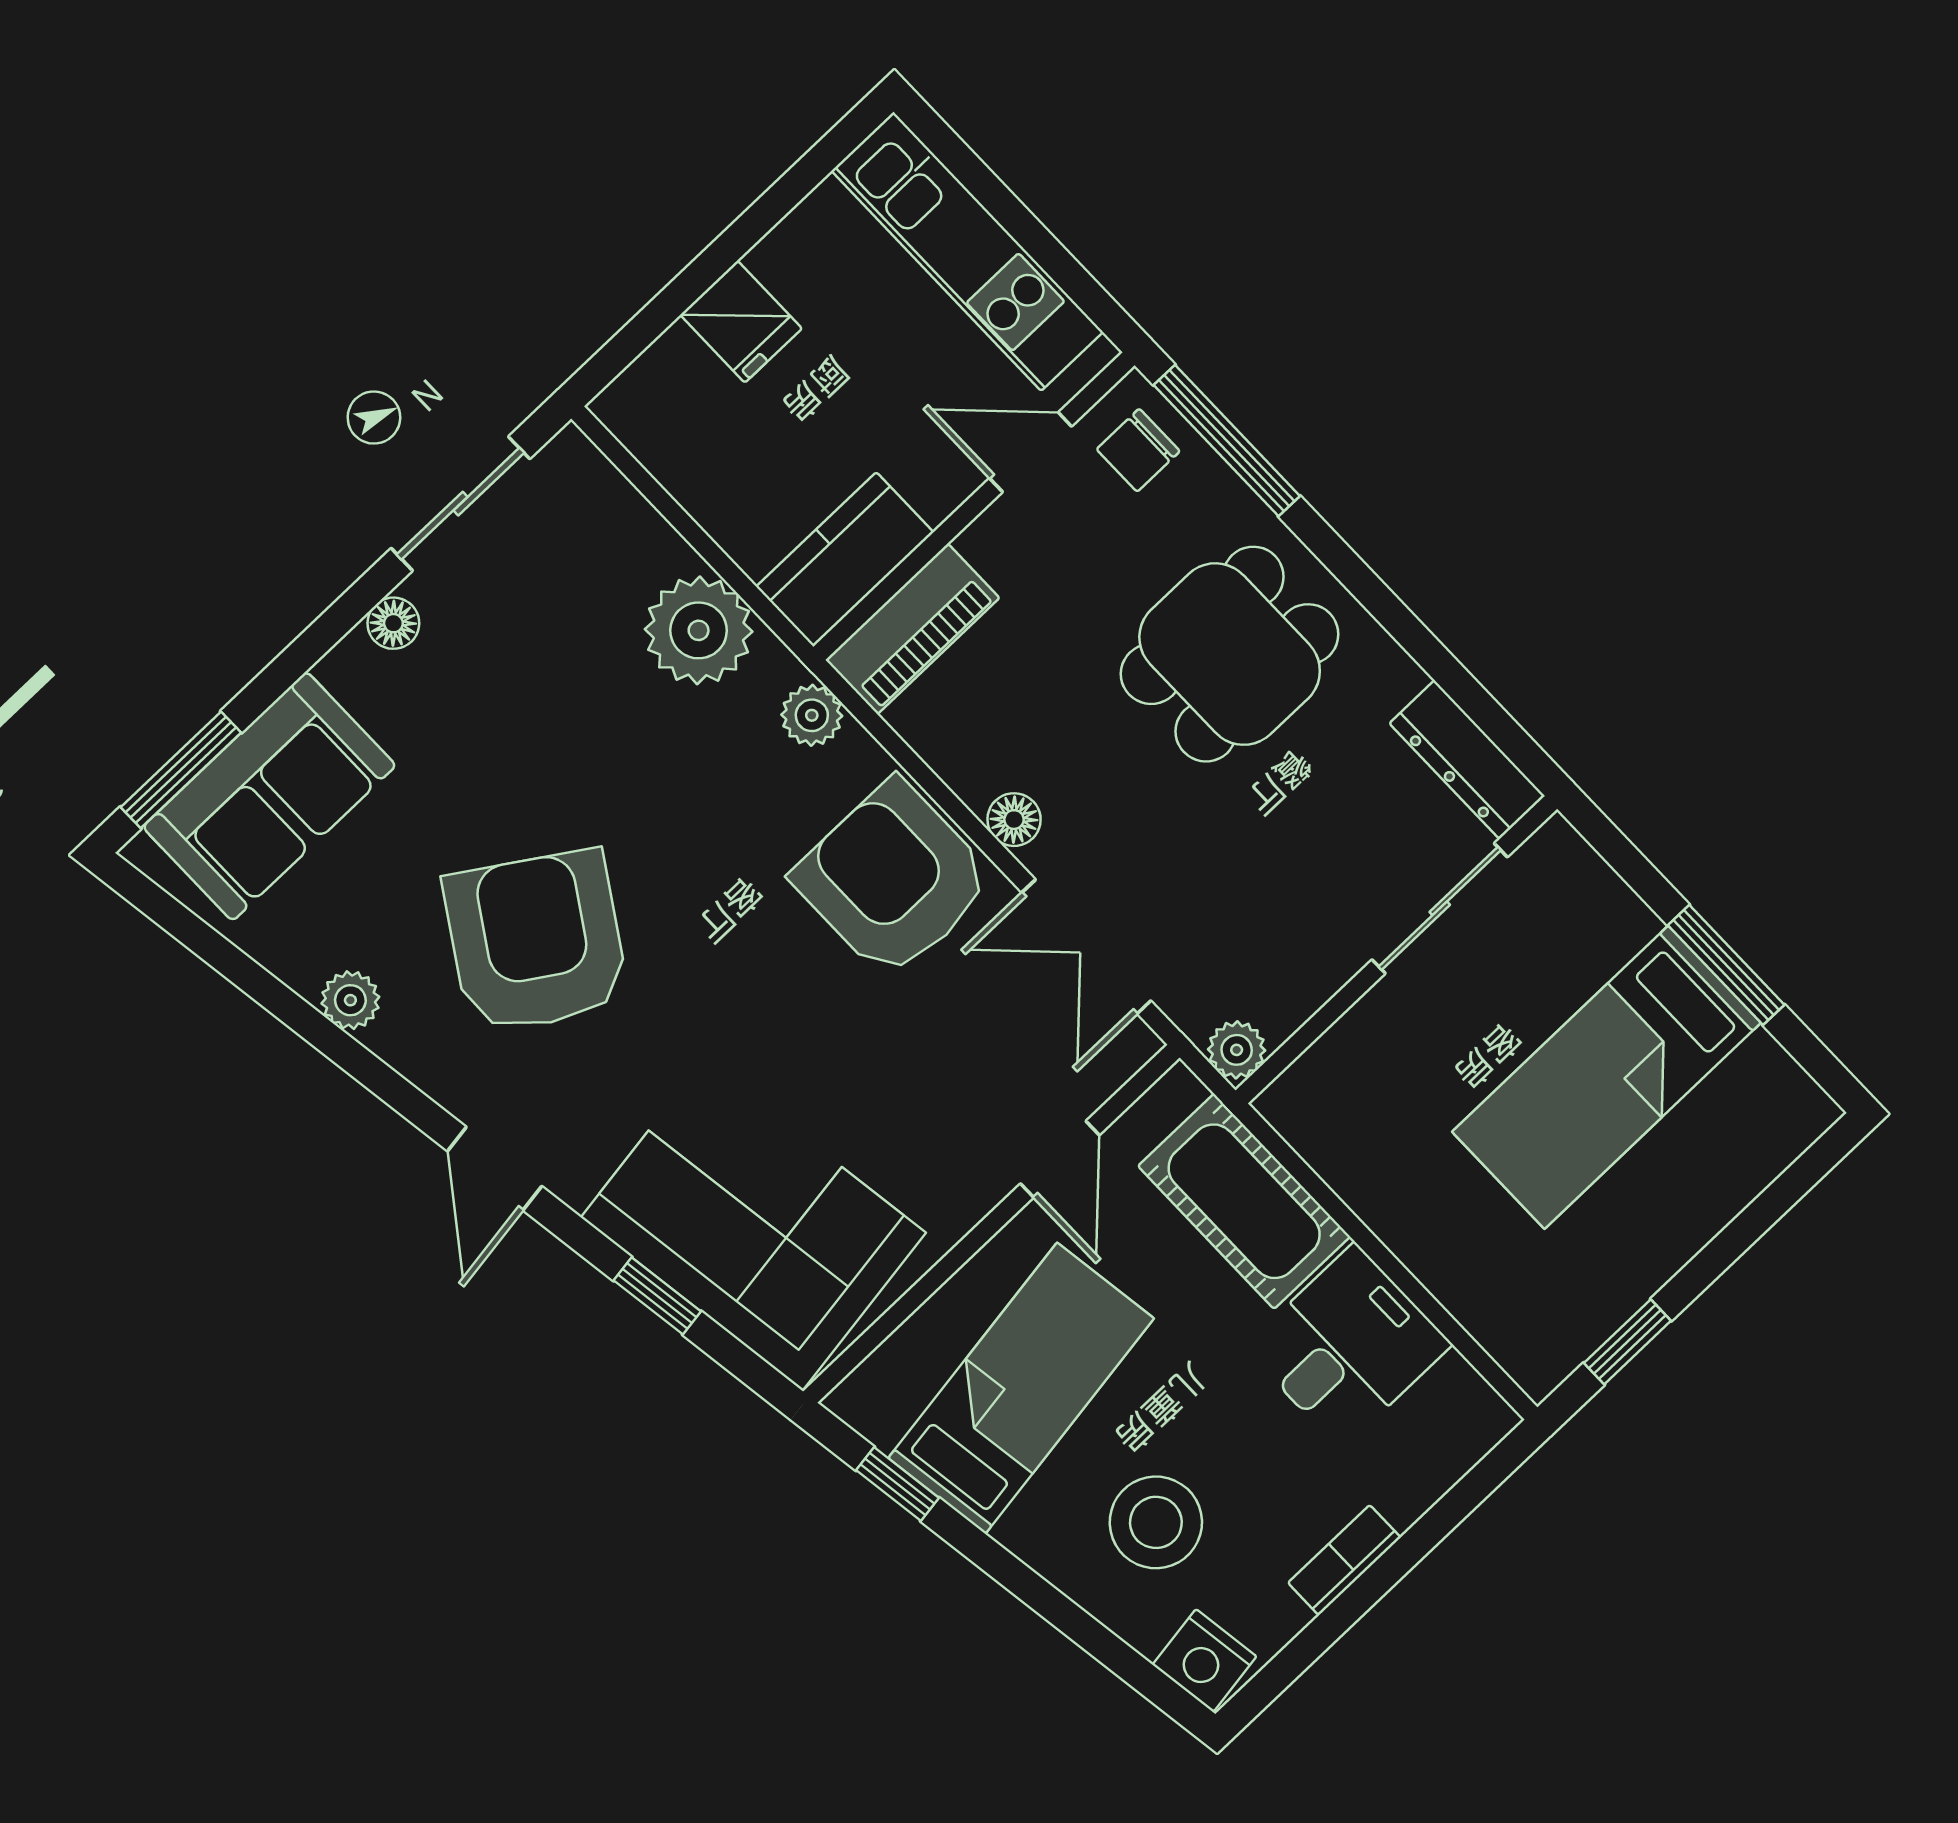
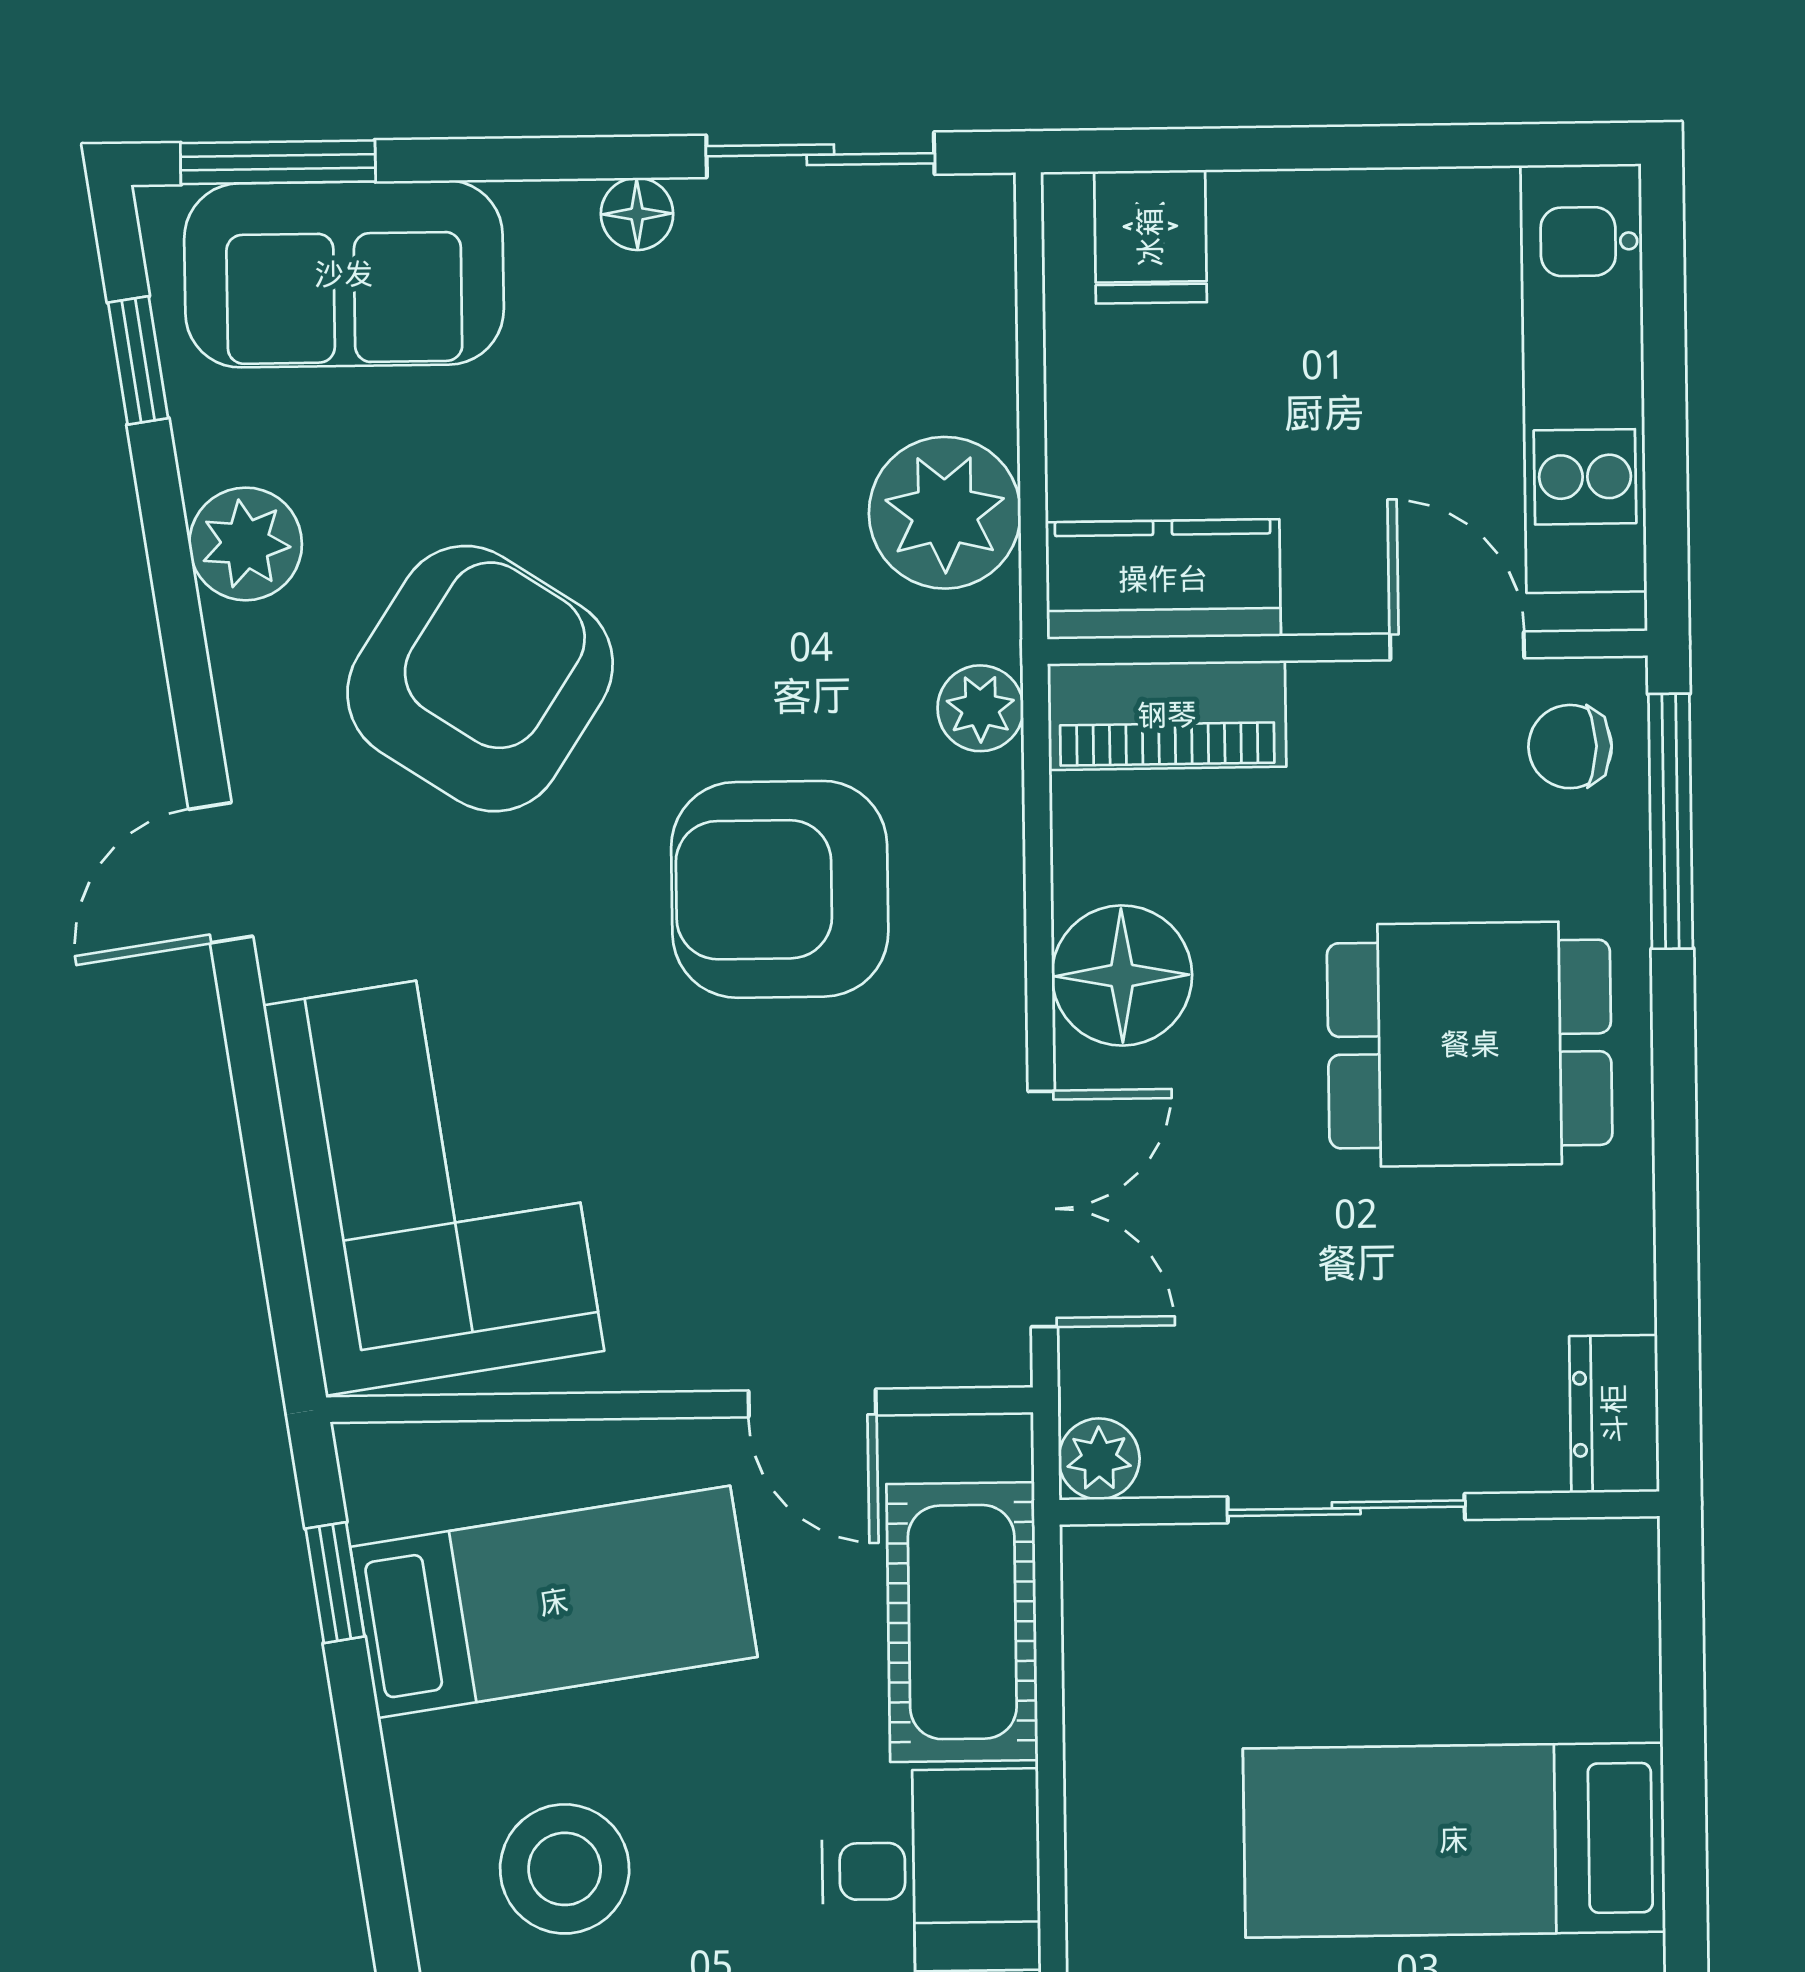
fridge: (741, 322) -> (1150, 237), moved
dresser: (1467, 760) -> (1614, 1414), width x0.70
floor lamp: (1014, 820) -> (1122, 975), width x1.89, depth x1.89
armchair: (893, 879) -> (780, 889), moved, turned -90
sliding door: (1440, 908) -> (1346, 1508), moved
double door: (1086, 947) -> (1043, 1209), swing flipped
window: (1726, 965) -> (1685, 1839), removed
plant: (350, 1000) -> (246, 544), width x1.38, depth x1.38
door: (1060, 1159) -> (812, 1403), hinge flipped
window: (657, 1296) -> (138, 360), moved

